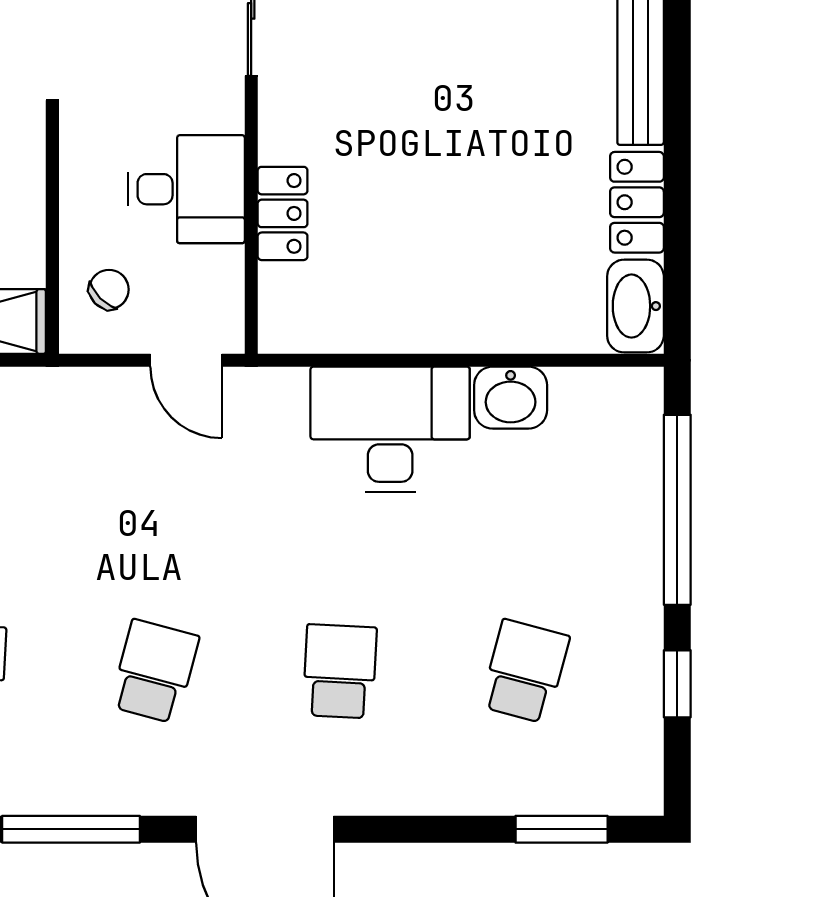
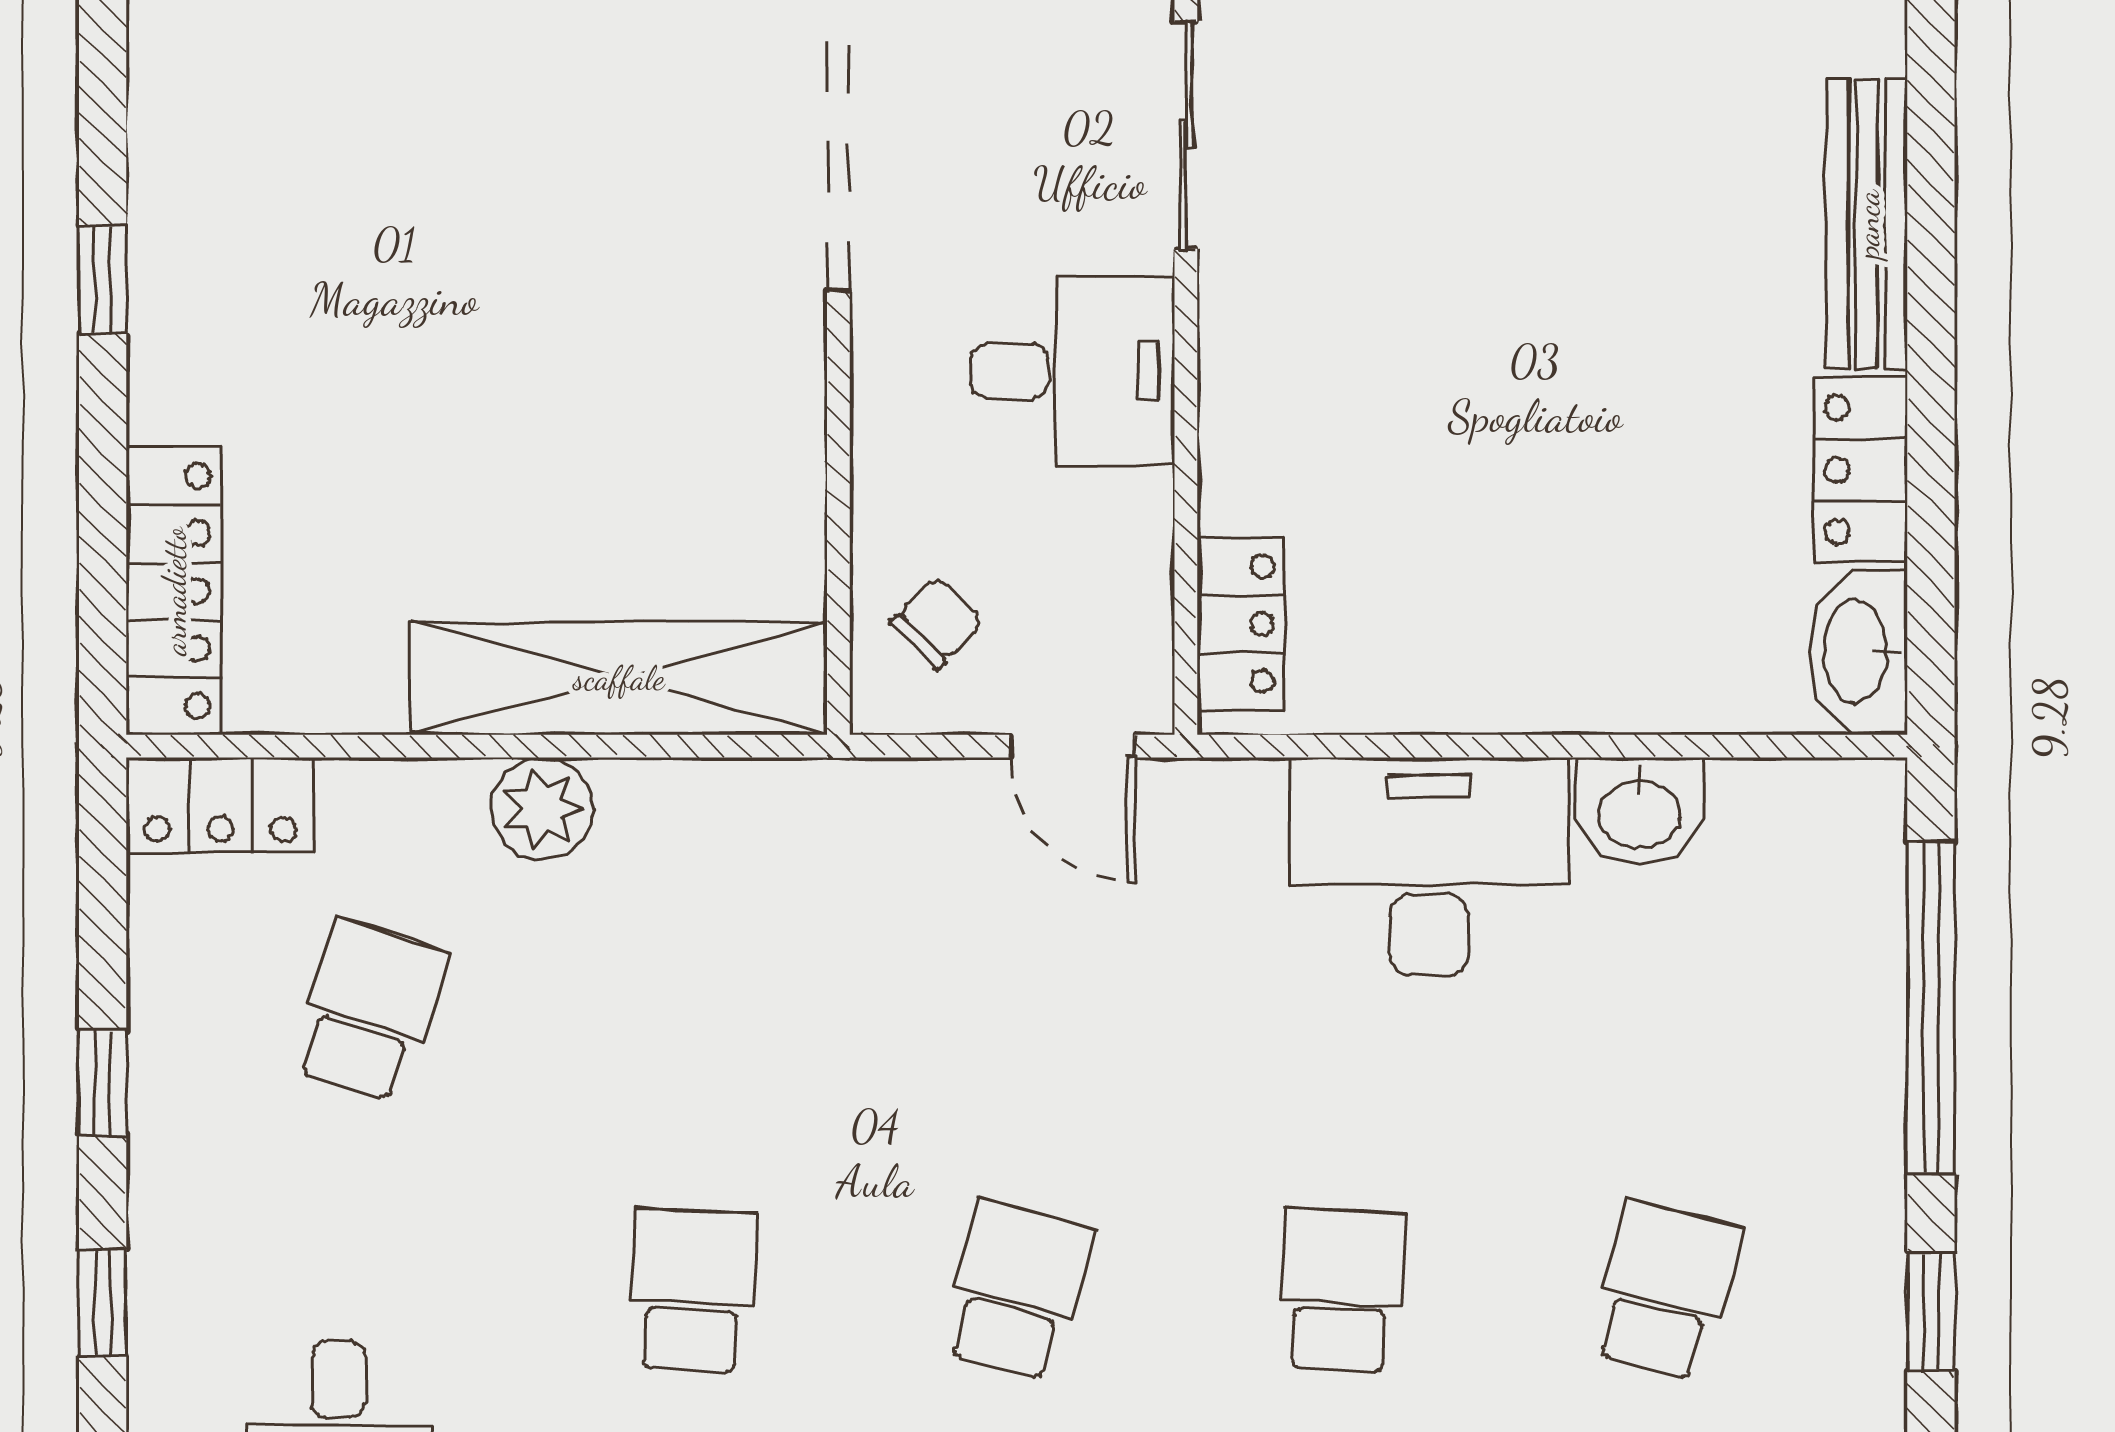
desk: (187, 189) -> (1073, 371), moved
locker: (283, 213) -> (1241, 624), moved

